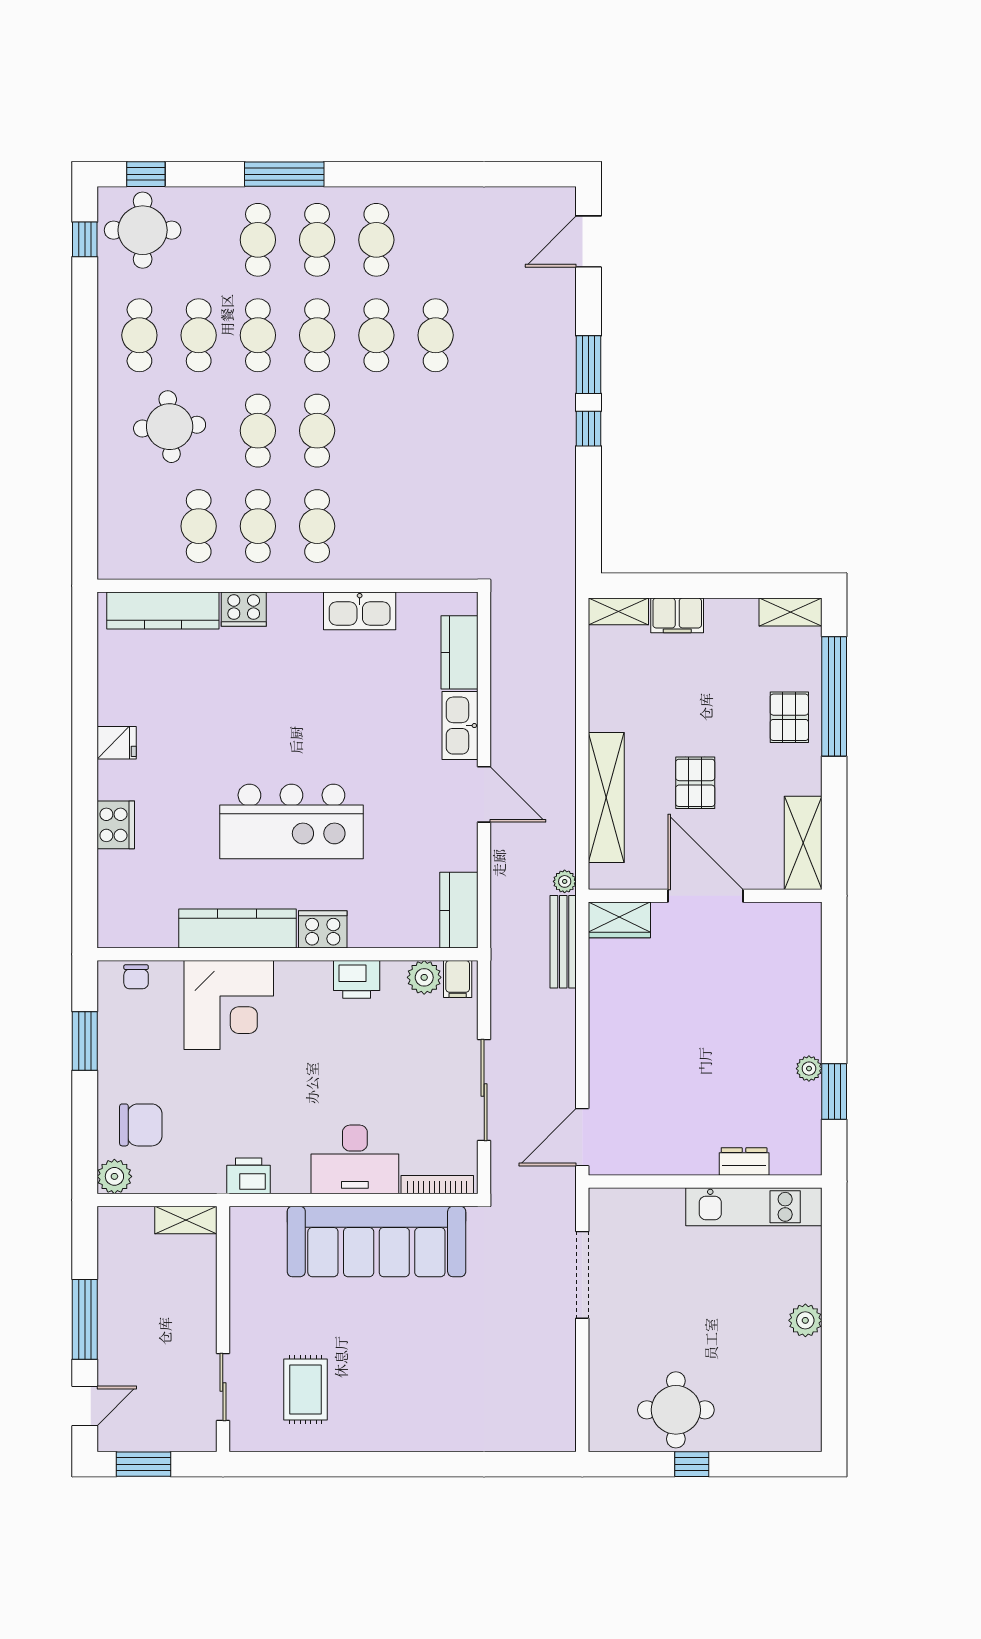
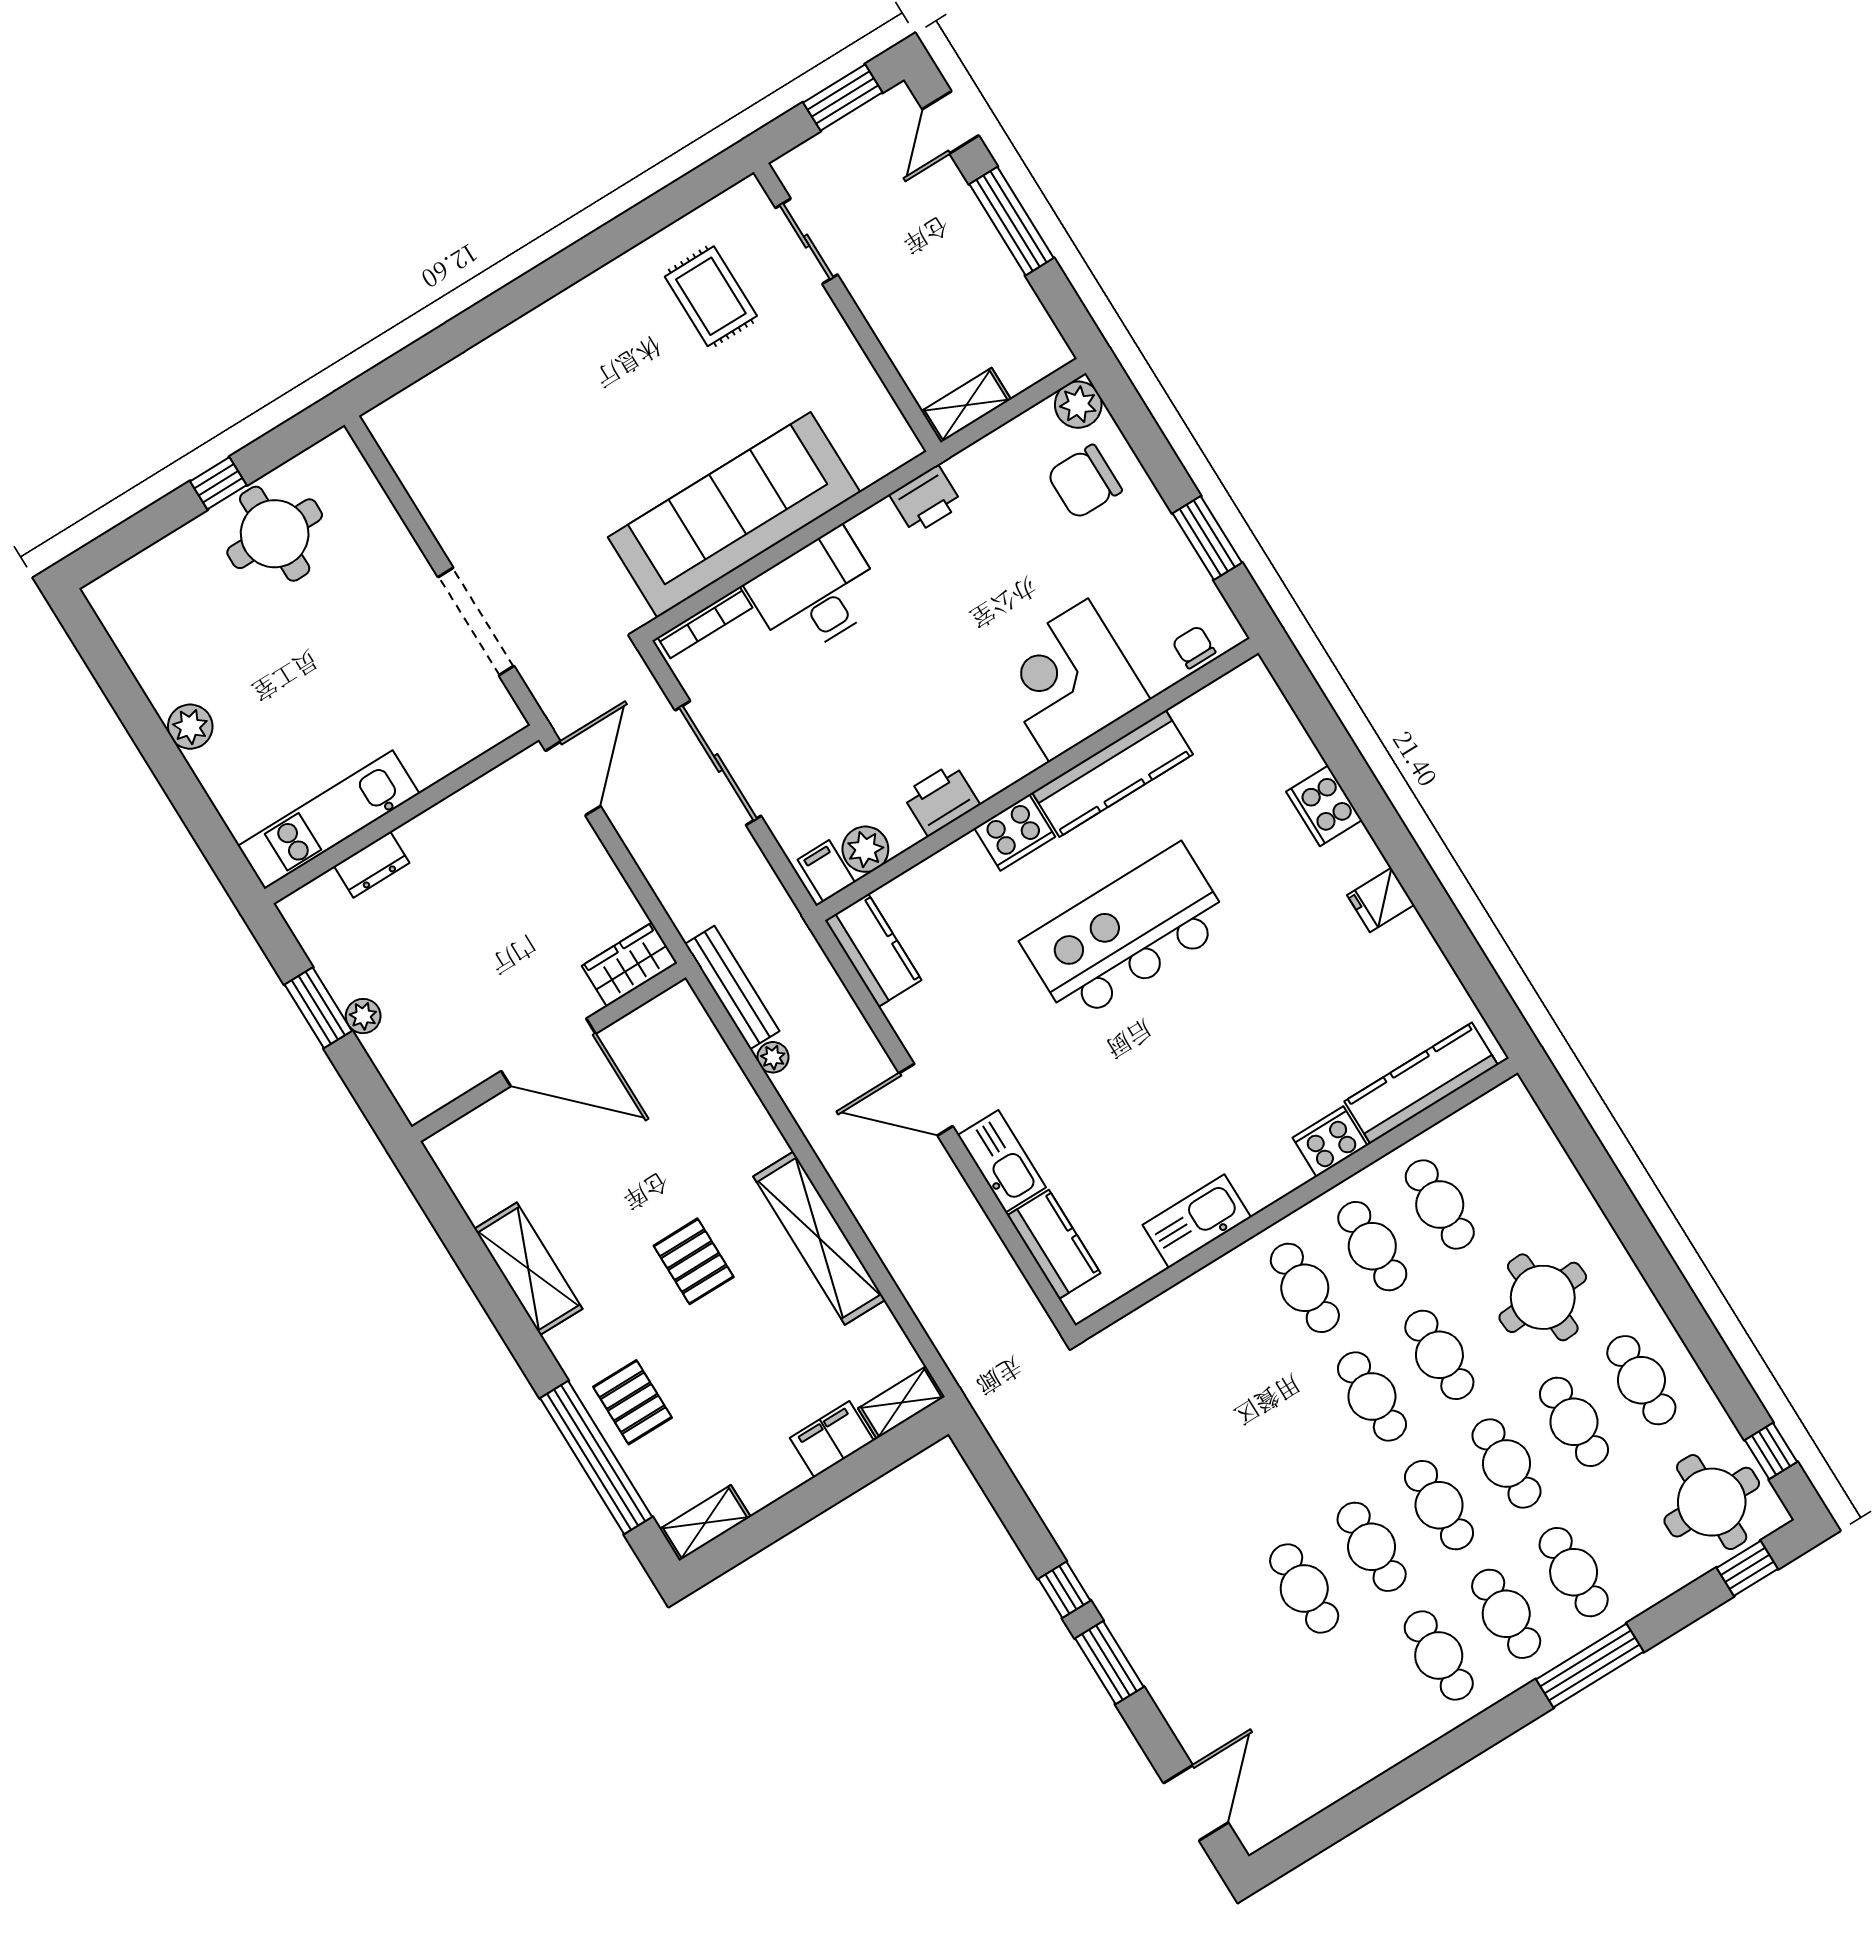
shelving: (606, 798) -> (819, 1238), moved
door: (705, 896) -> (548, 1052), moved
wall: (705, 896) -> (549, 1052), moved
wardrobe: (619, 920) -> (629, 964), moved

